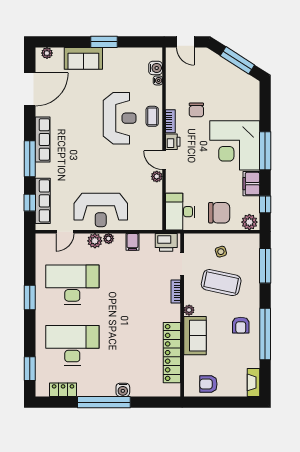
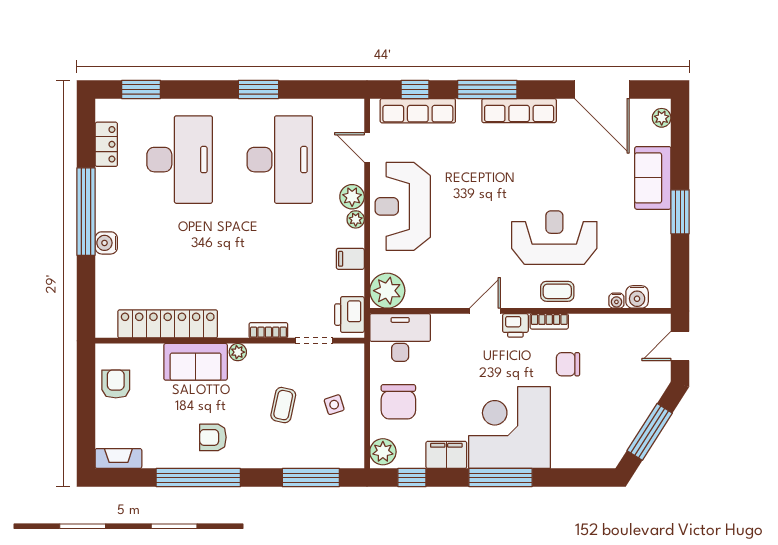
reception desk: (120, 118) -> (554, 238), turned 180
plant: (157, 176) -> (387, 291), moved, width x1.88, depth x1.88
coffee table: (221, 283) -> (283, 405), width x0.54, depth x0.58

